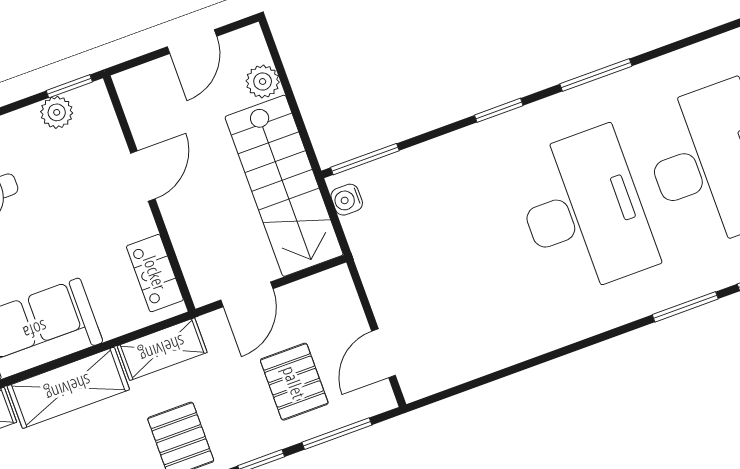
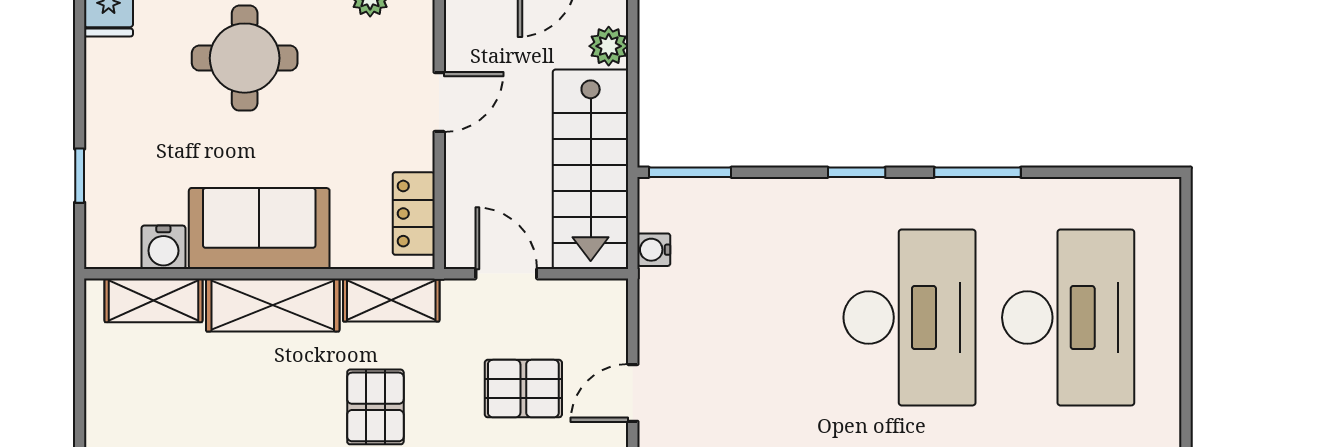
water cooler: (347, 200) -> (654, 250), moved
door: (247, 294) -> (506, 274), swing flipped
pallet: (294, 382) -> (523, 389), turned 90

